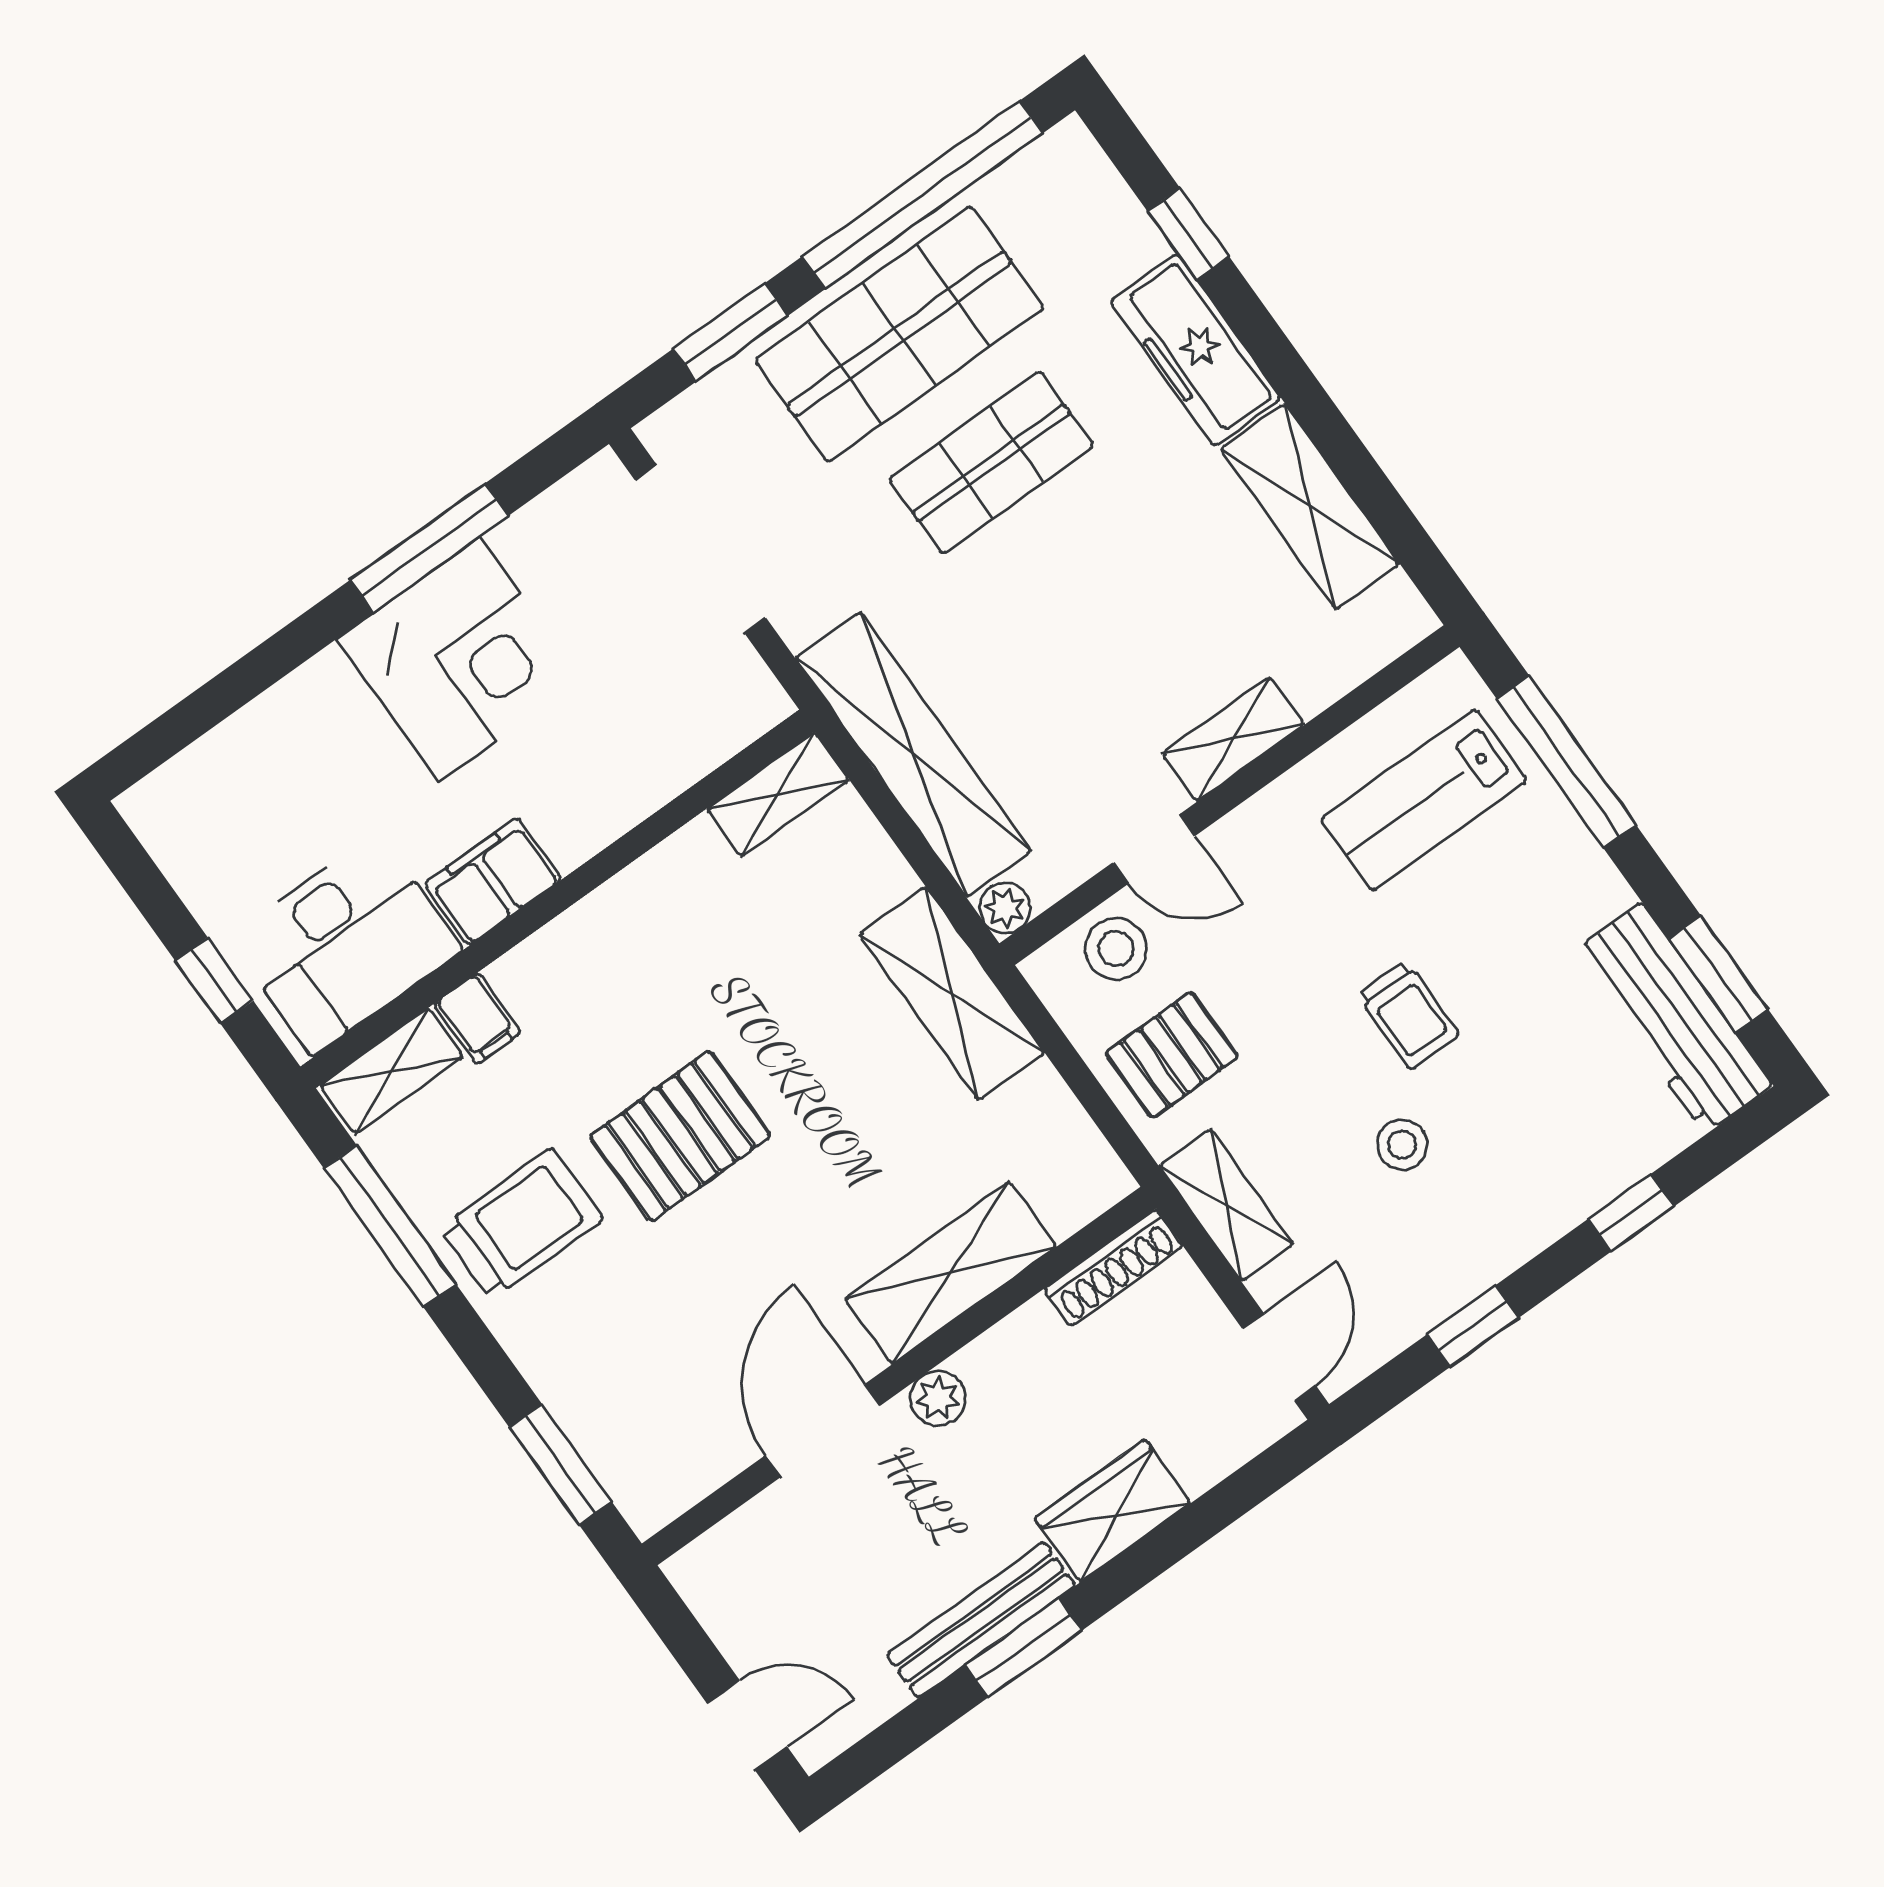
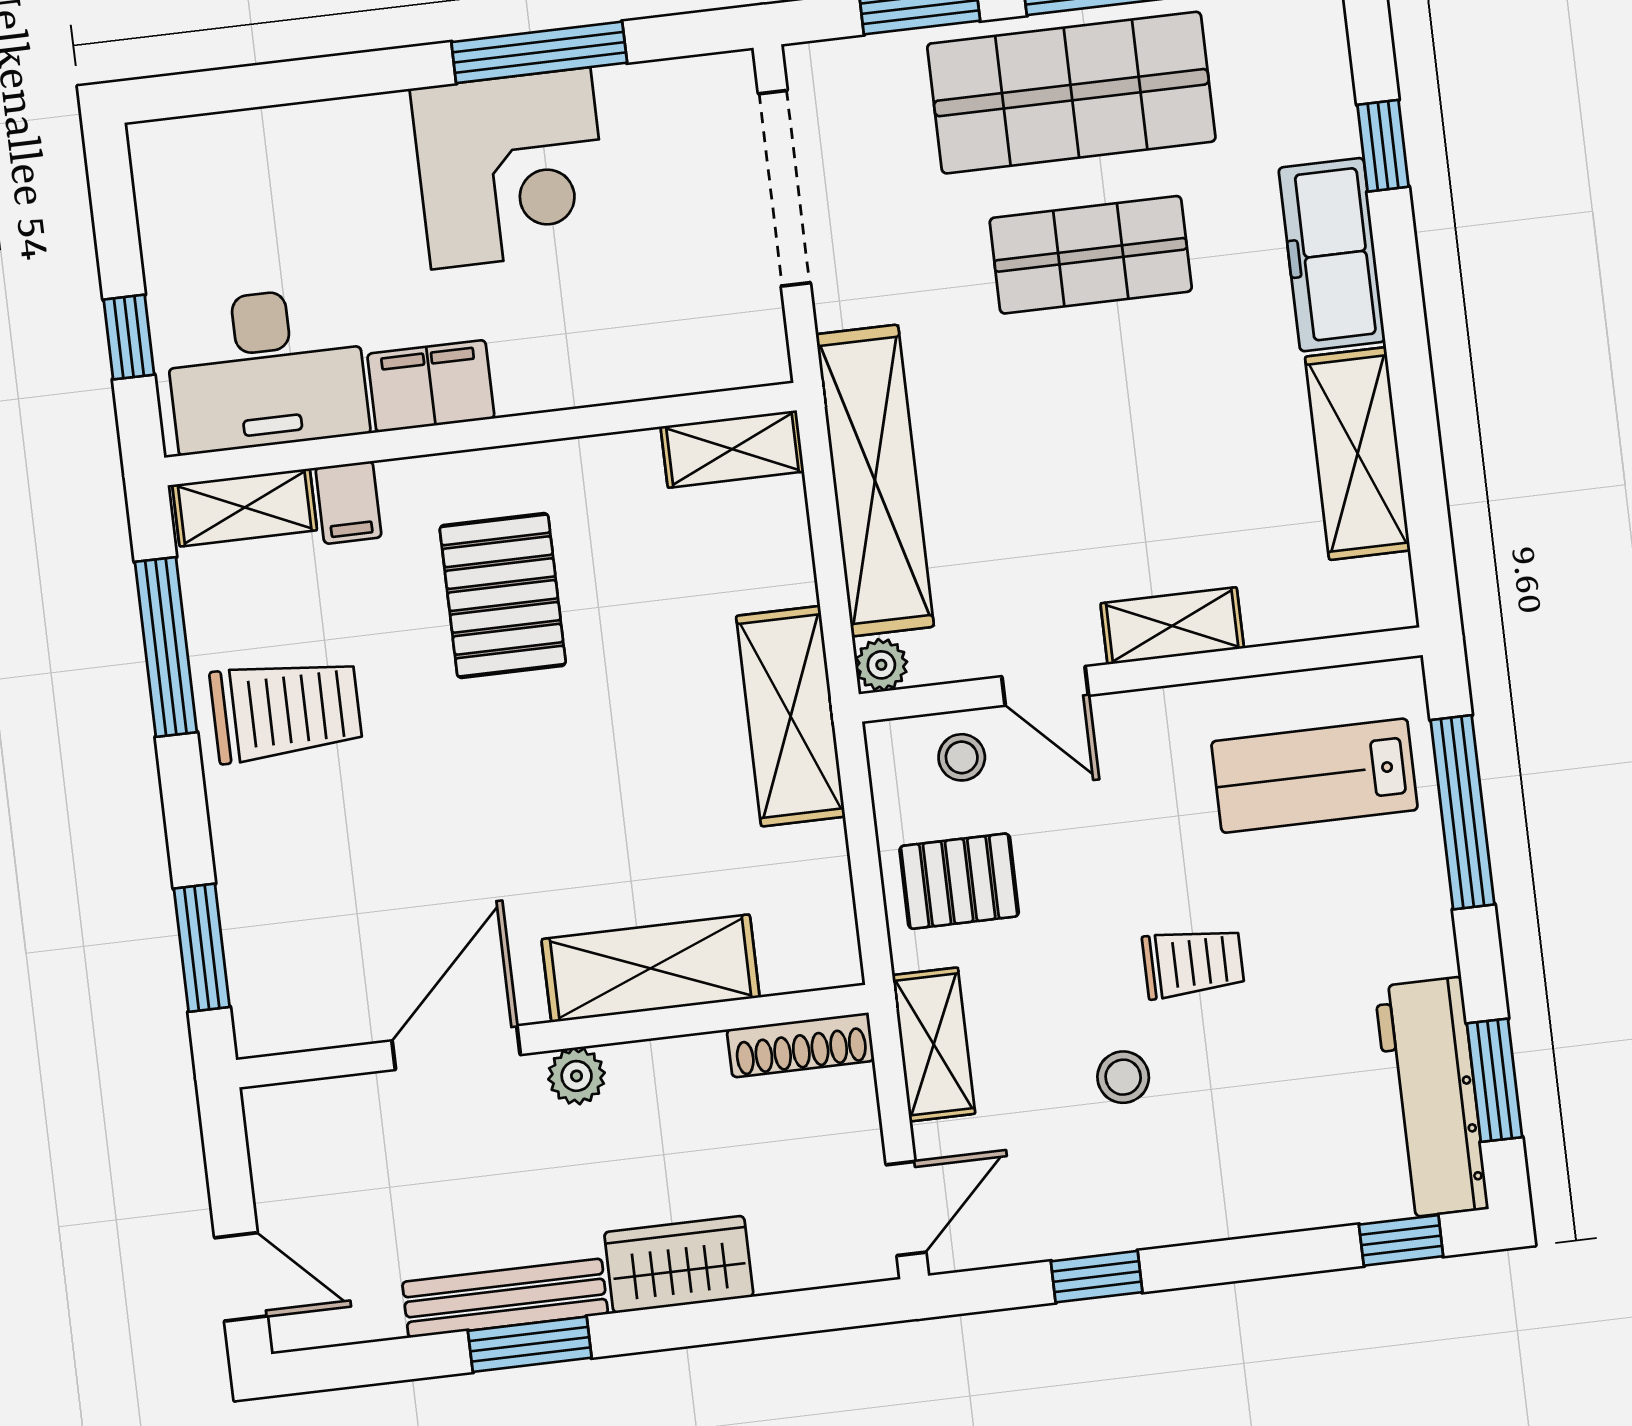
stool: (1116, 949) -> (962, 757), width x0.73, depth x0.73
trolley: (1408, 1015) -> (1193, 963), turned -90
pallet: (680, 1136) -> (503, 596), moved, turned 90
window: (1631, 1213) -> (1401, 1240), moved

